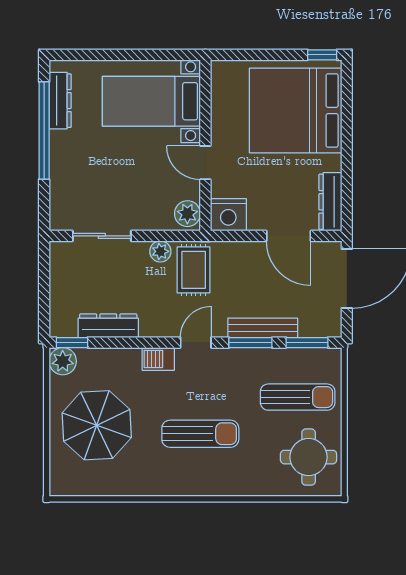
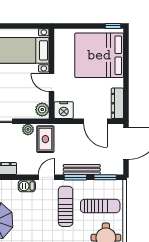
sun lounger: (200, 434) -> (66, 206), moved, turned -90

